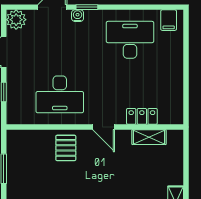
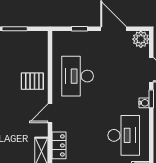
water cooler: (78, 16) -> (144, 103), moved

